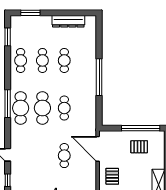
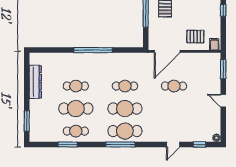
window: (8, 37) -> (68, 144), moved
cafe table: (42, 60) -> (76, 109), width x1.37, depth x1.35

